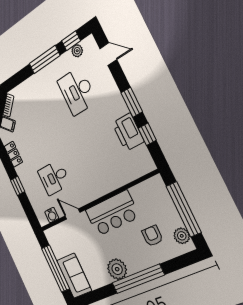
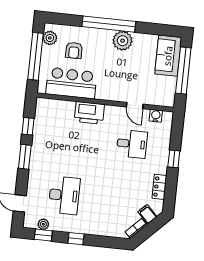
window: (45, 60) -> (76, 239), width x0.46
printer: (128, 132) -> (89, 113), moved, turned 90
bar counter: (112, 213) -> (71, 83), moved

